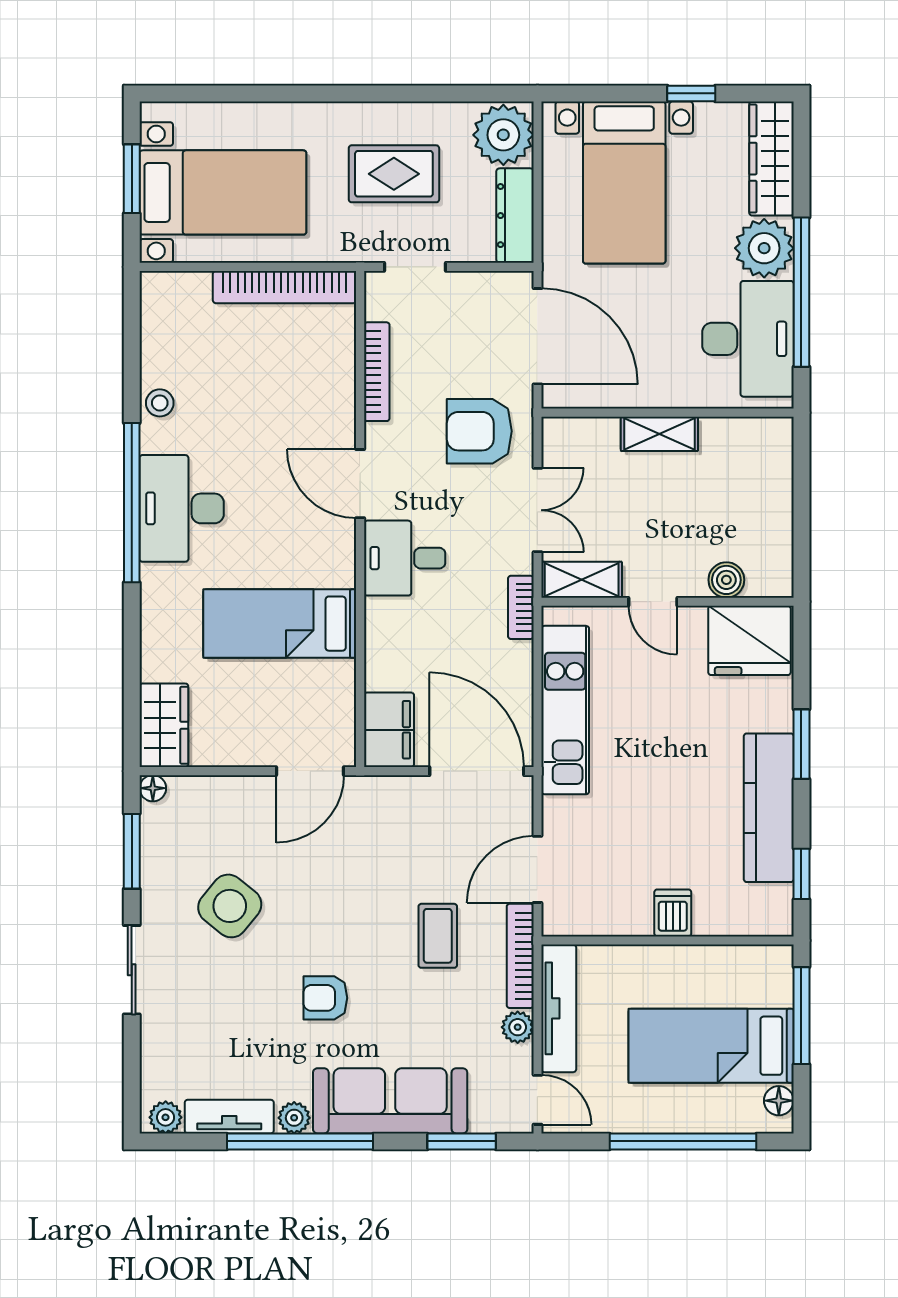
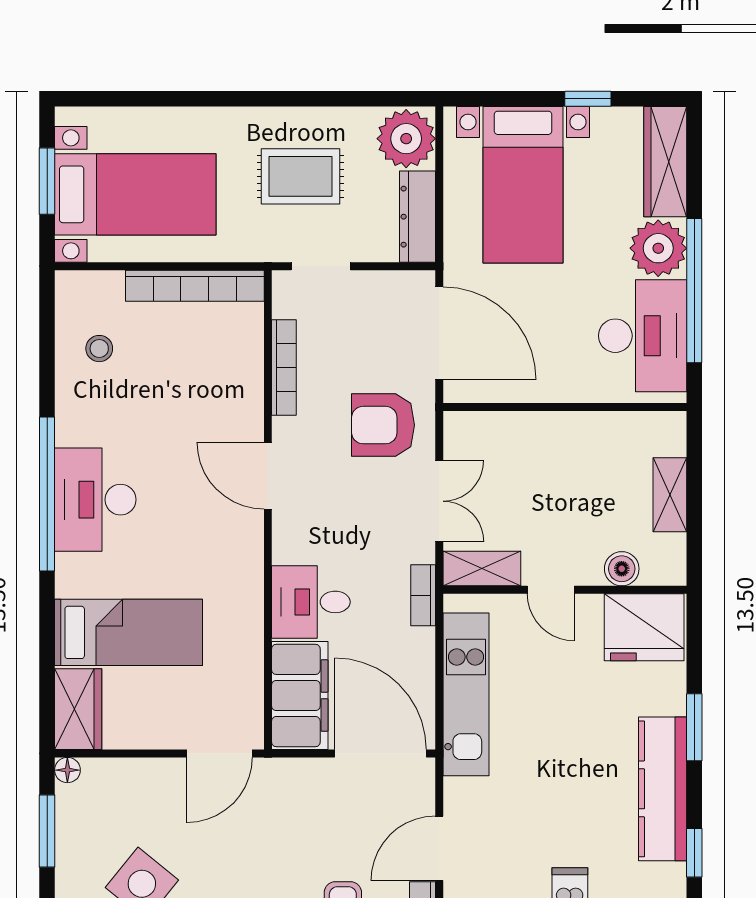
stool: (160, 403) -> (99, 349), moved
shelving: (659, 434) -> (670, 495), moved, turned 90
desk: (405, 558) -> (311, 602), moved
bed: (280, 624) -> (129, 632), moved, turned 180
filing cabinet: (389, 730) -> (300, 695), width x1.50, depth x1.17

